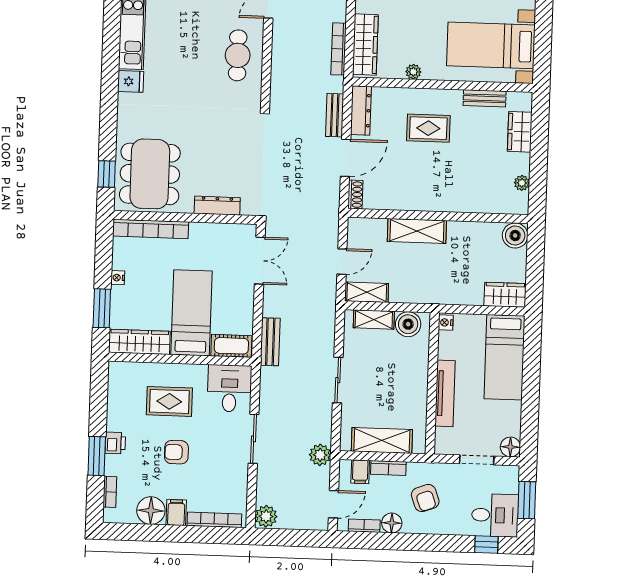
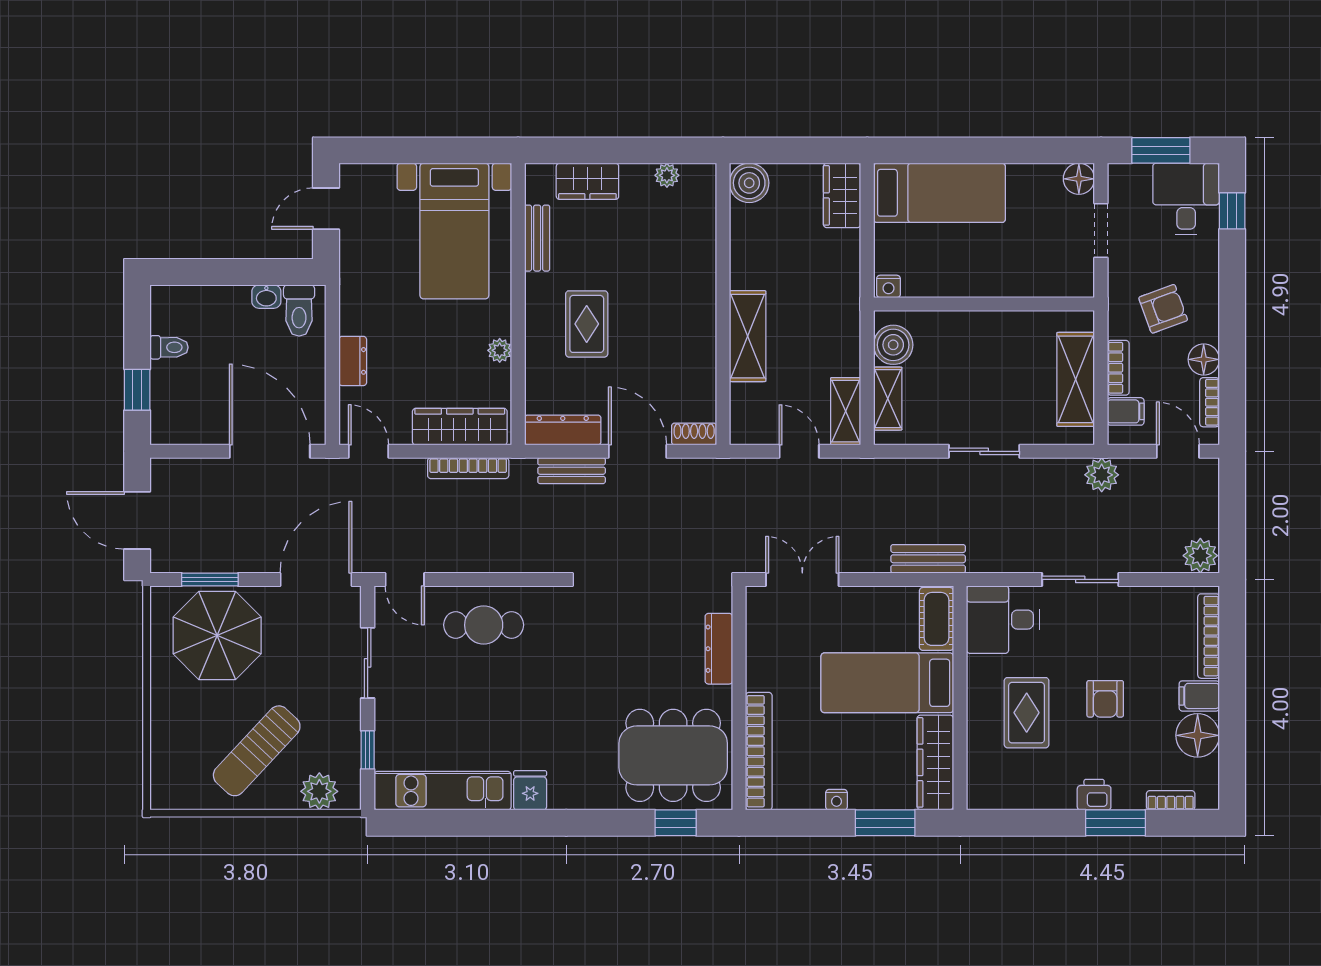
tv unit: (445, 393) -> (999, 284), removed

